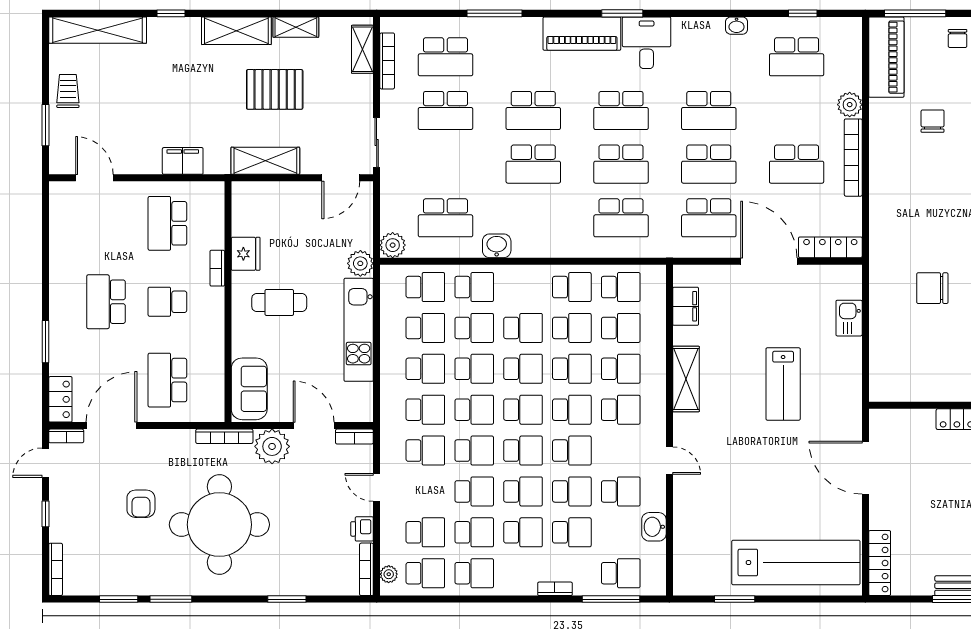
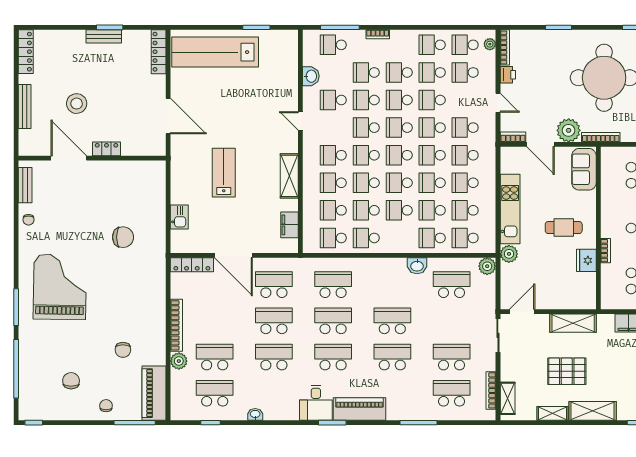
school desk: (797, 164) -> (215, 357), moved

